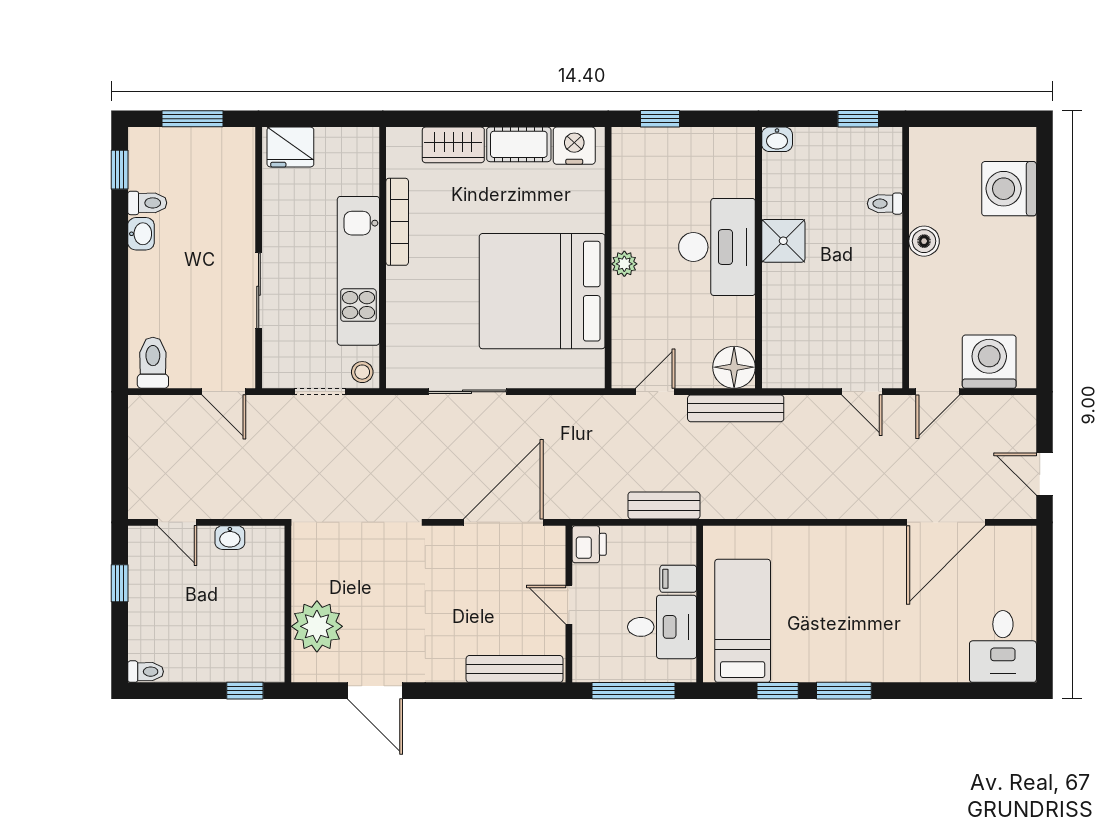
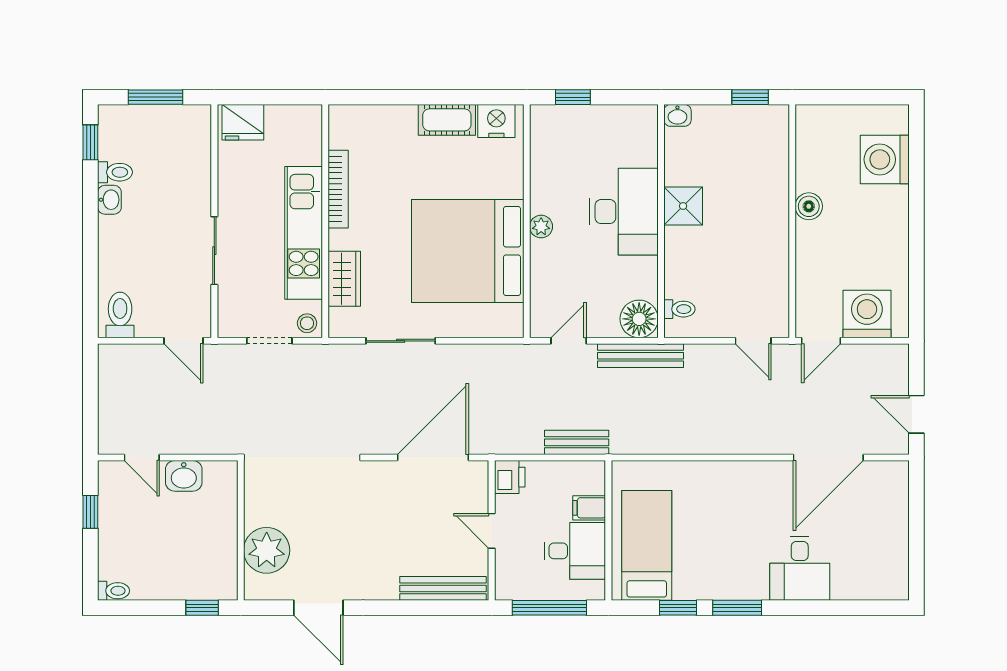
wardrobe: (453, 145) -> (344, 279), moved, turned -90
toilet: (885, 204) -> (679, 309), moved, turned 180
washbasin: (230, 538) -> (184, 476), width x1.38, depth x1.45
desk: (1003, 646) -> (800, 568), moved

